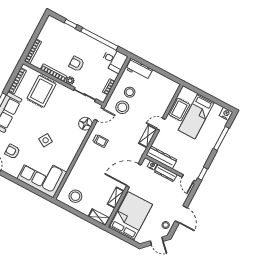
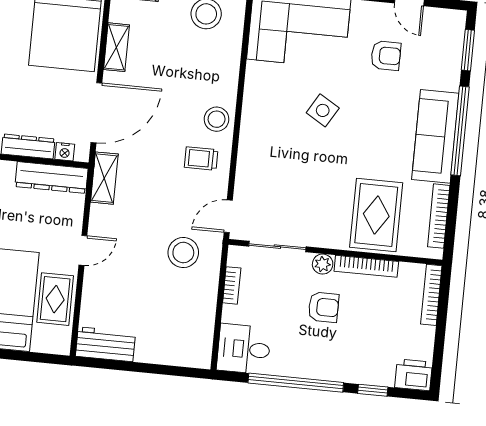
printer: (52, 23) -> (414, 375), added
workbench: (139, 69) -> (106, 344), moved
stool: (130, 92) -> (217, 119), moved
floor lamp: (85, 124) -> (250, 183), removed
shelving: (148, 136) -> (104, 178), moved

